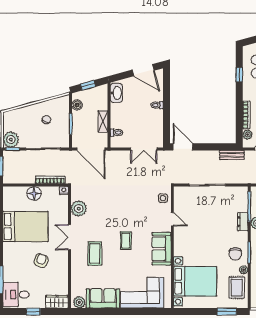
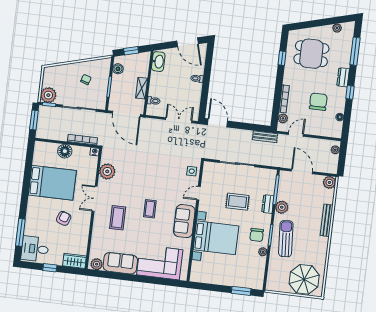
double door: (144, 149) -> (179, 120), swing flipped
door: (172, 219) -> (199, 193), swing flipped
bed with nightstands: (195, 281) -> (216, 238), moved
rug: (237, 287) -> (238, 202), moved, turned 90

